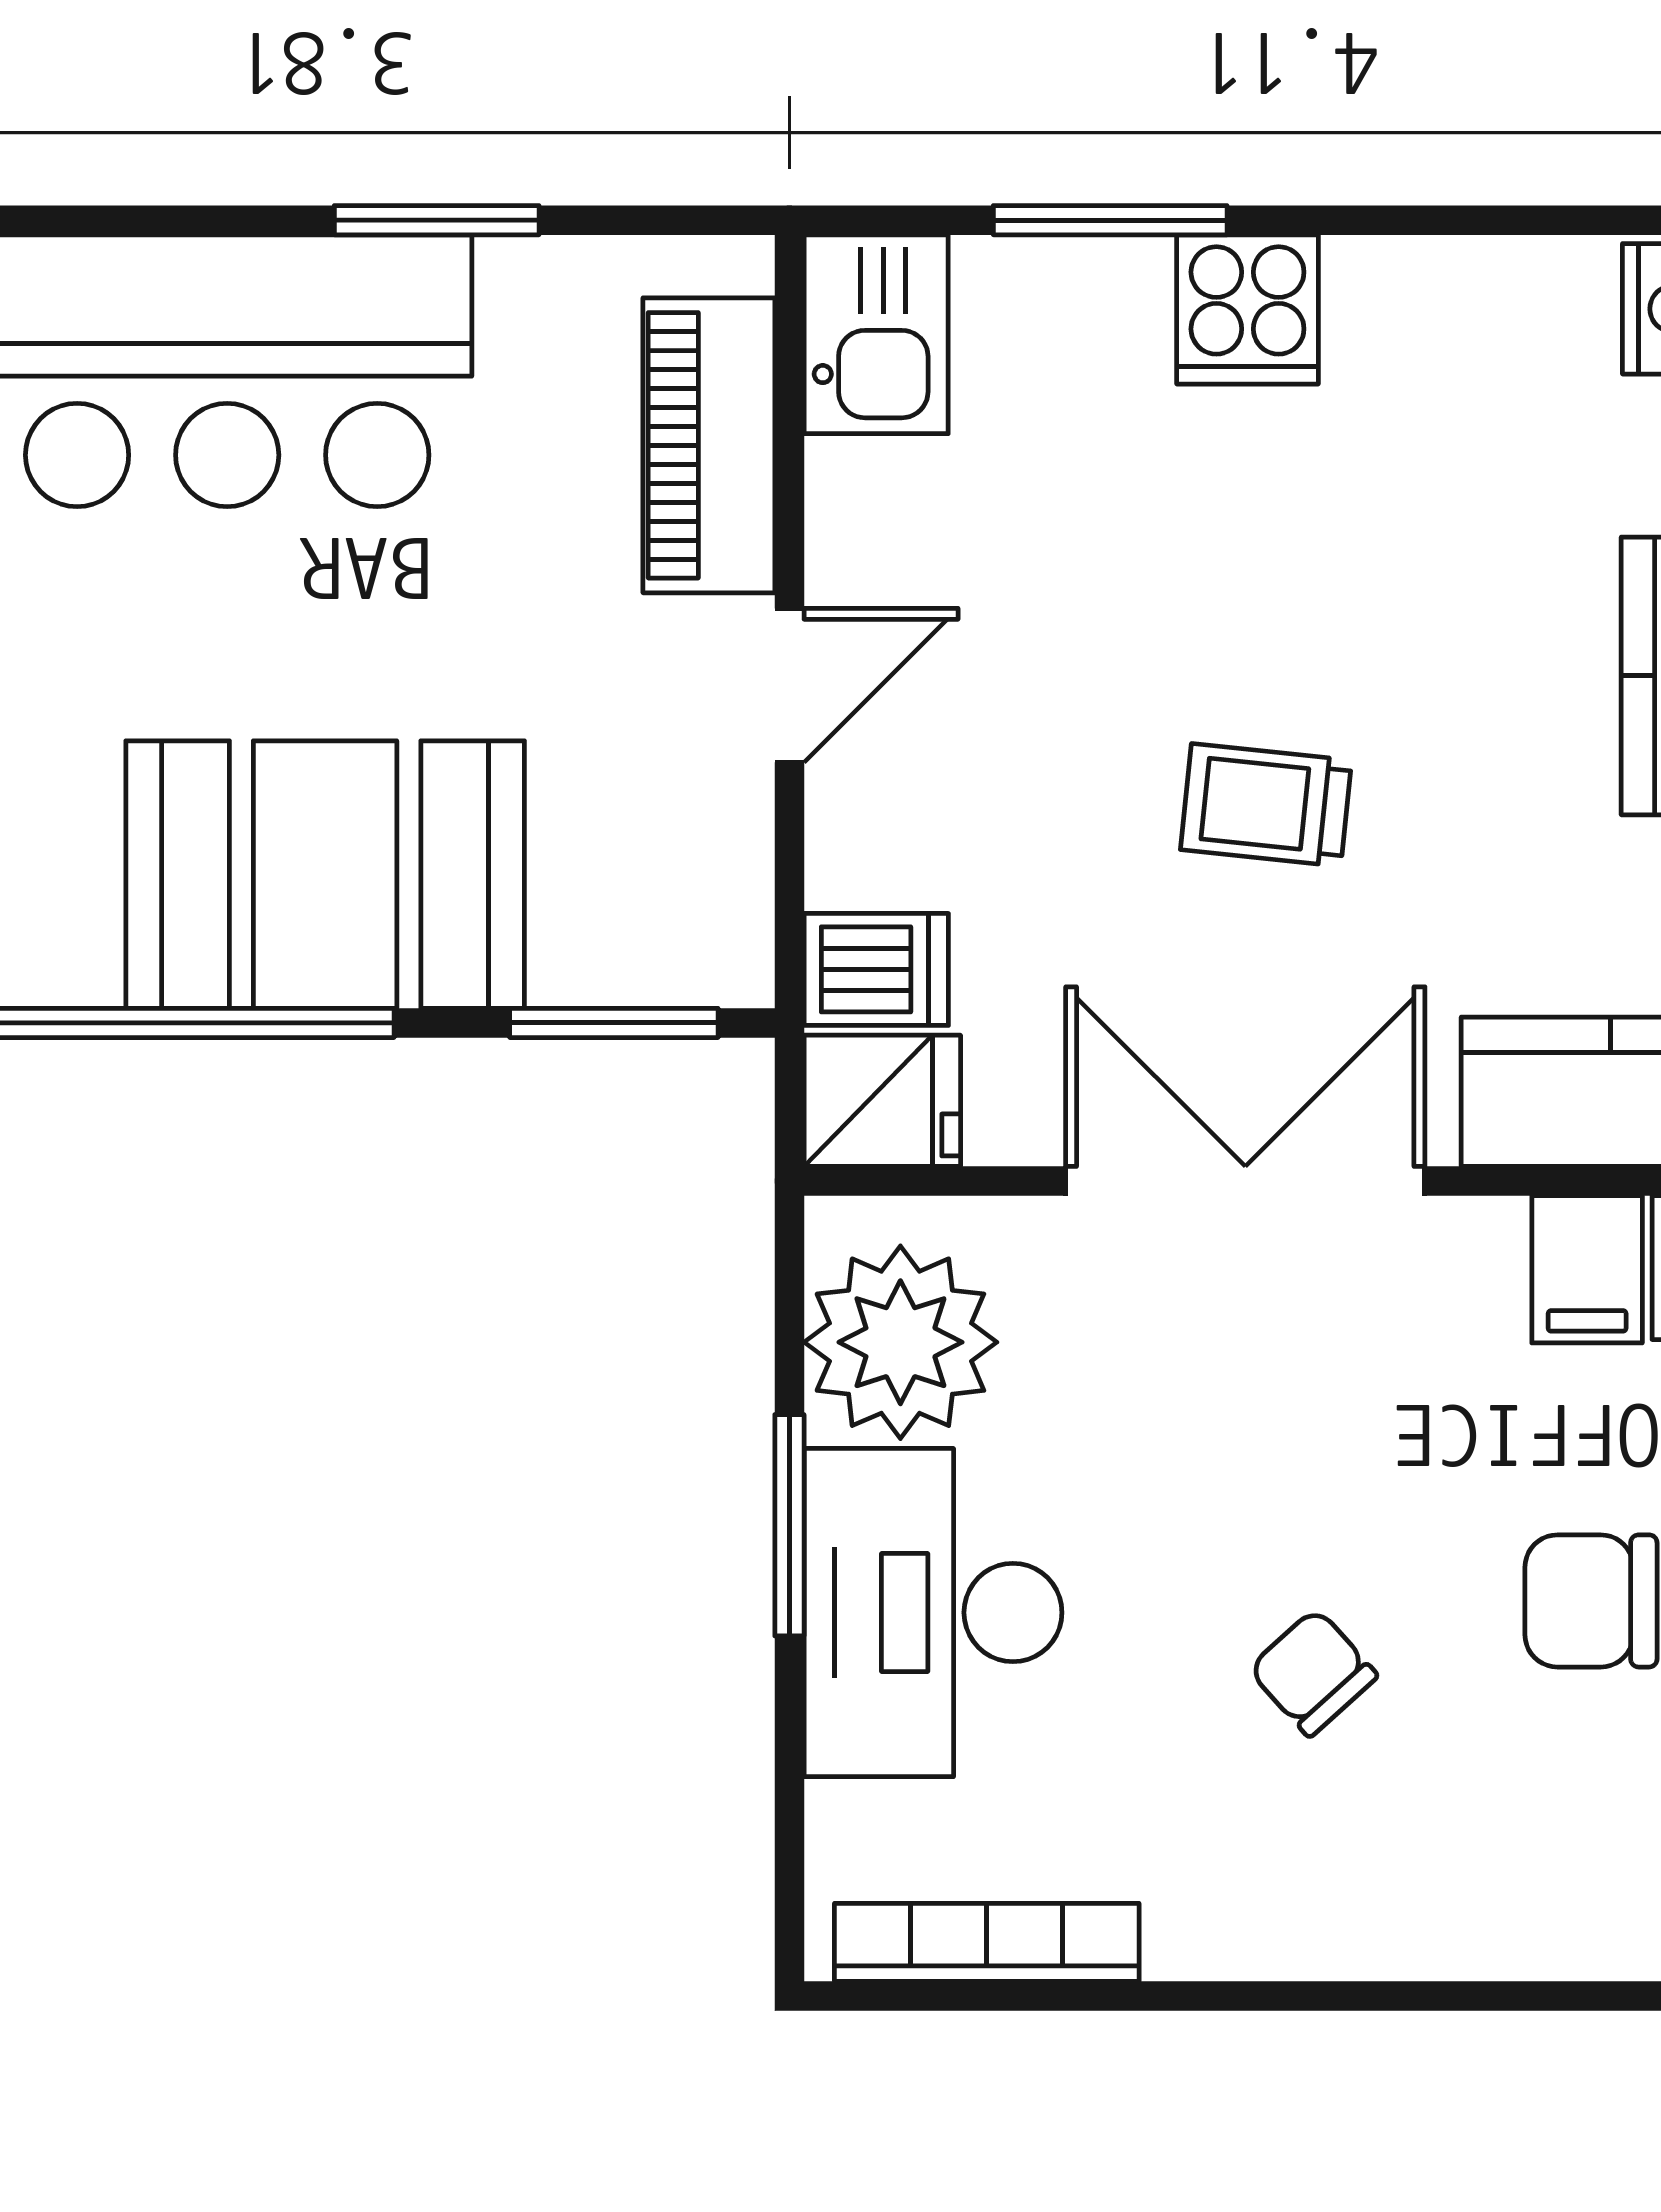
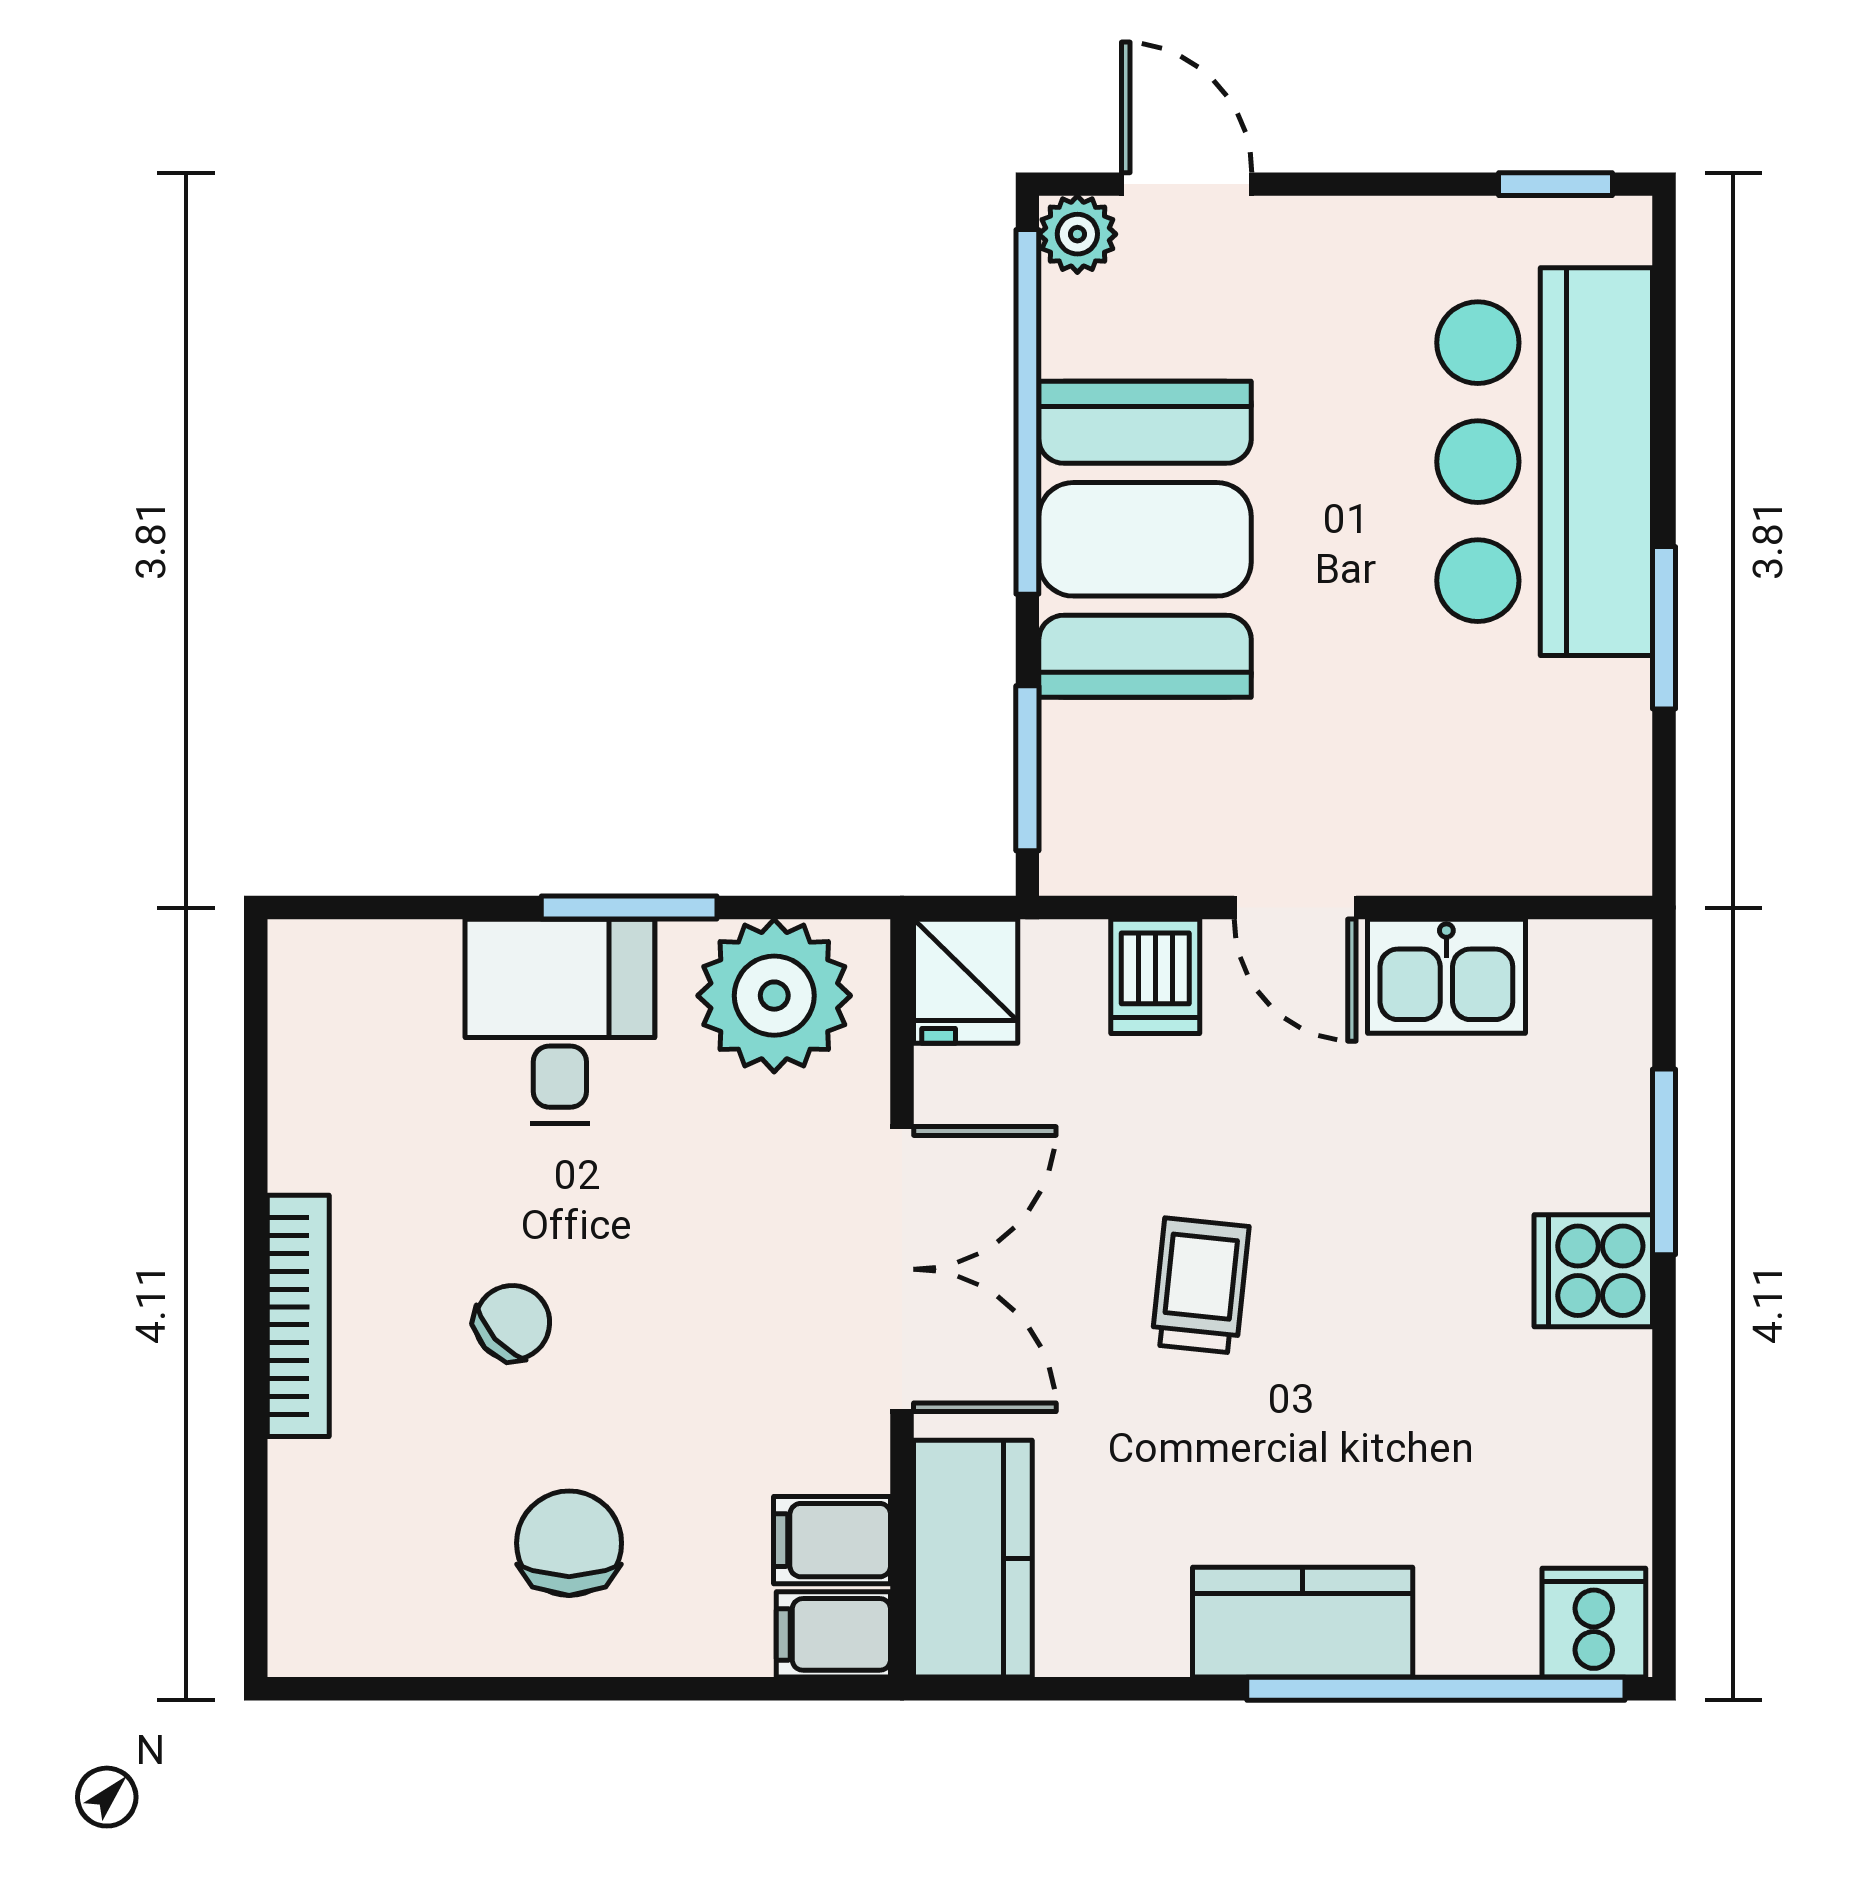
kitchen sink: (876, 334) -> (1446, 976), moved
piano: (709, 445) -> (1485, 844), removed
dishwasher: (876, 969) -> (1155, 976), moved
desk: (933, 1613) -> (560, 1021), width x0.73
bookcase: (987, 1942) -> (298, 1316), moved

